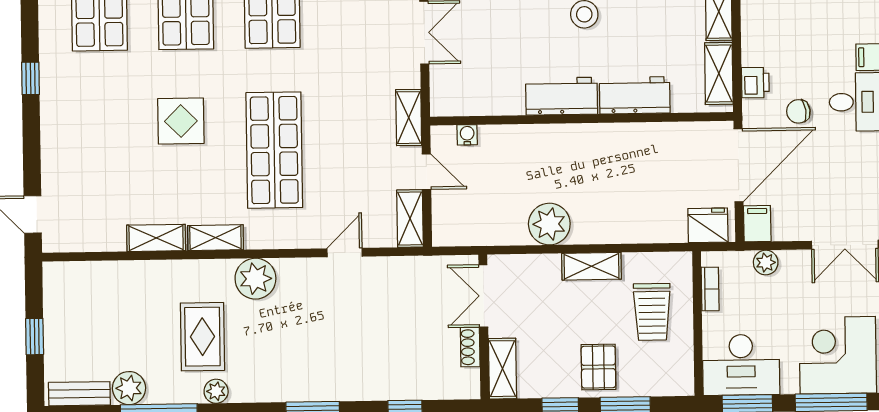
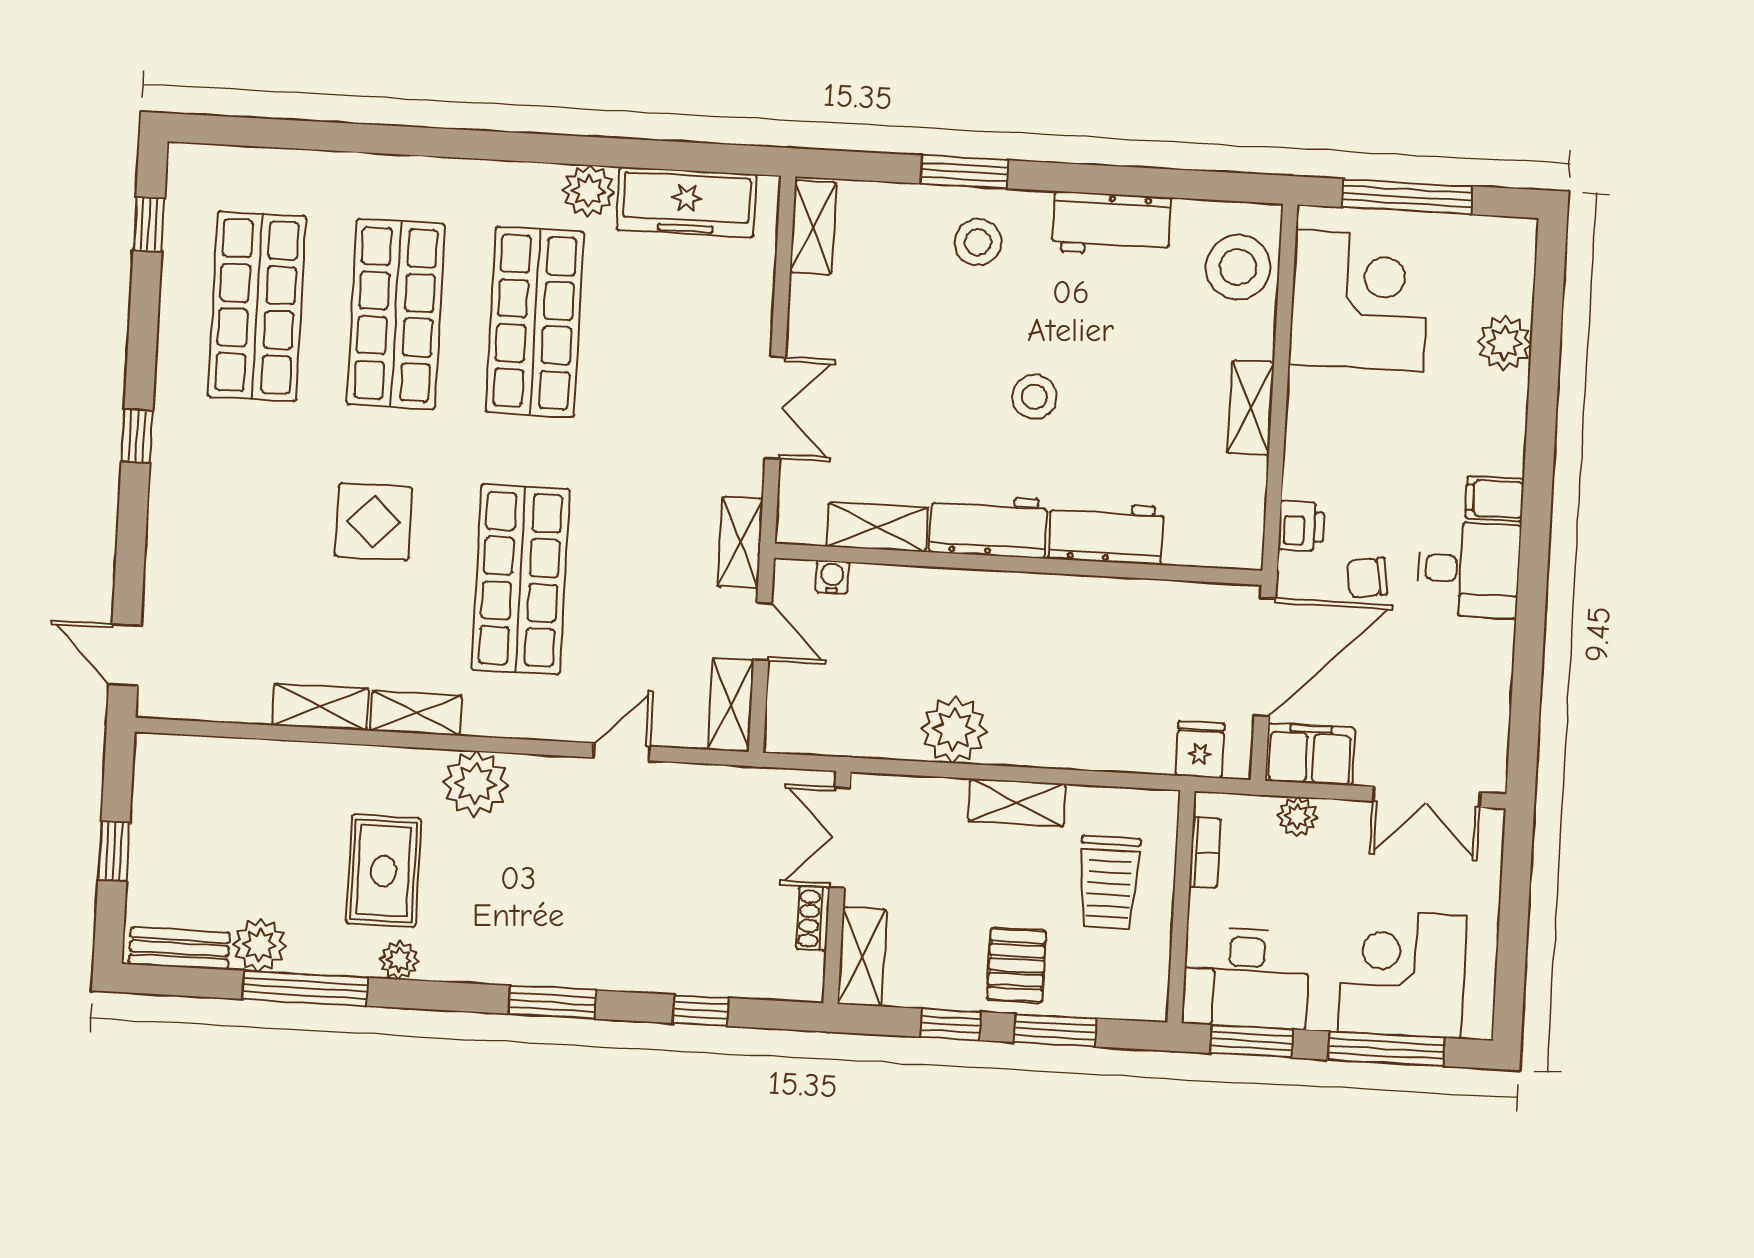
shelving: (719, 73) -> (877, 527), moved, turned 90
filing cabinet: (757, 224) -> (1310, 754), width x2.00
fridge: (708, 225) -> (1200, 750), width x0.72

